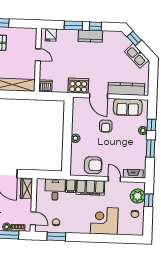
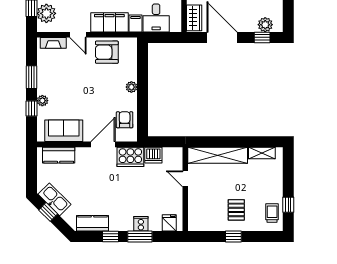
cooker: (72, 35) -> (141, 224), added
kitchen counter: (90, 36) -> (93, 223), moved
window: (134, 38) -> (48, 212), moved
door: (38, 55) -> (185, 179), moved
dishwasher: (45, 86) -> (153, 155), moved
kitchen counter: (126, 89) -> (59, 155), width x0.67
door: (98, 96) -> (103, 144), hinge flipped
armchair: (106, 126) -> (125, 120), moved

